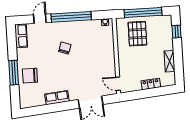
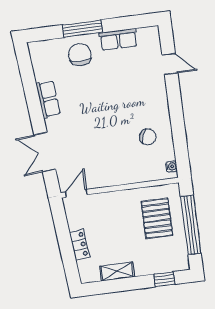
window: (71, 17) -> (176, 113), removed
pallet: (137, 34) -> (157, 218), turned 90
row of seats: (21, 36) -> (118, 39), moved
chair: (65, 48) -> (148, 137), moved

